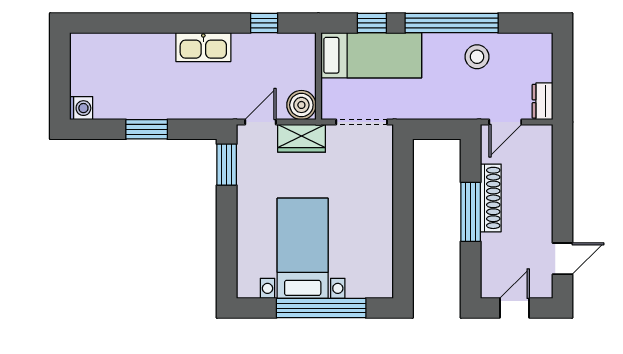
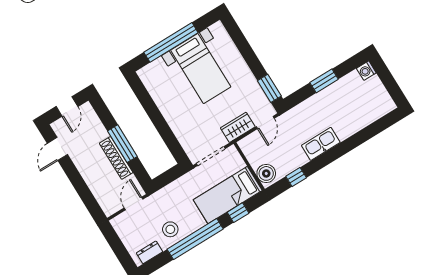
dresser: (542, 101) -> (149, 252), moved, turned -90
boiler: (301, 105) -> (266, 173), moved

